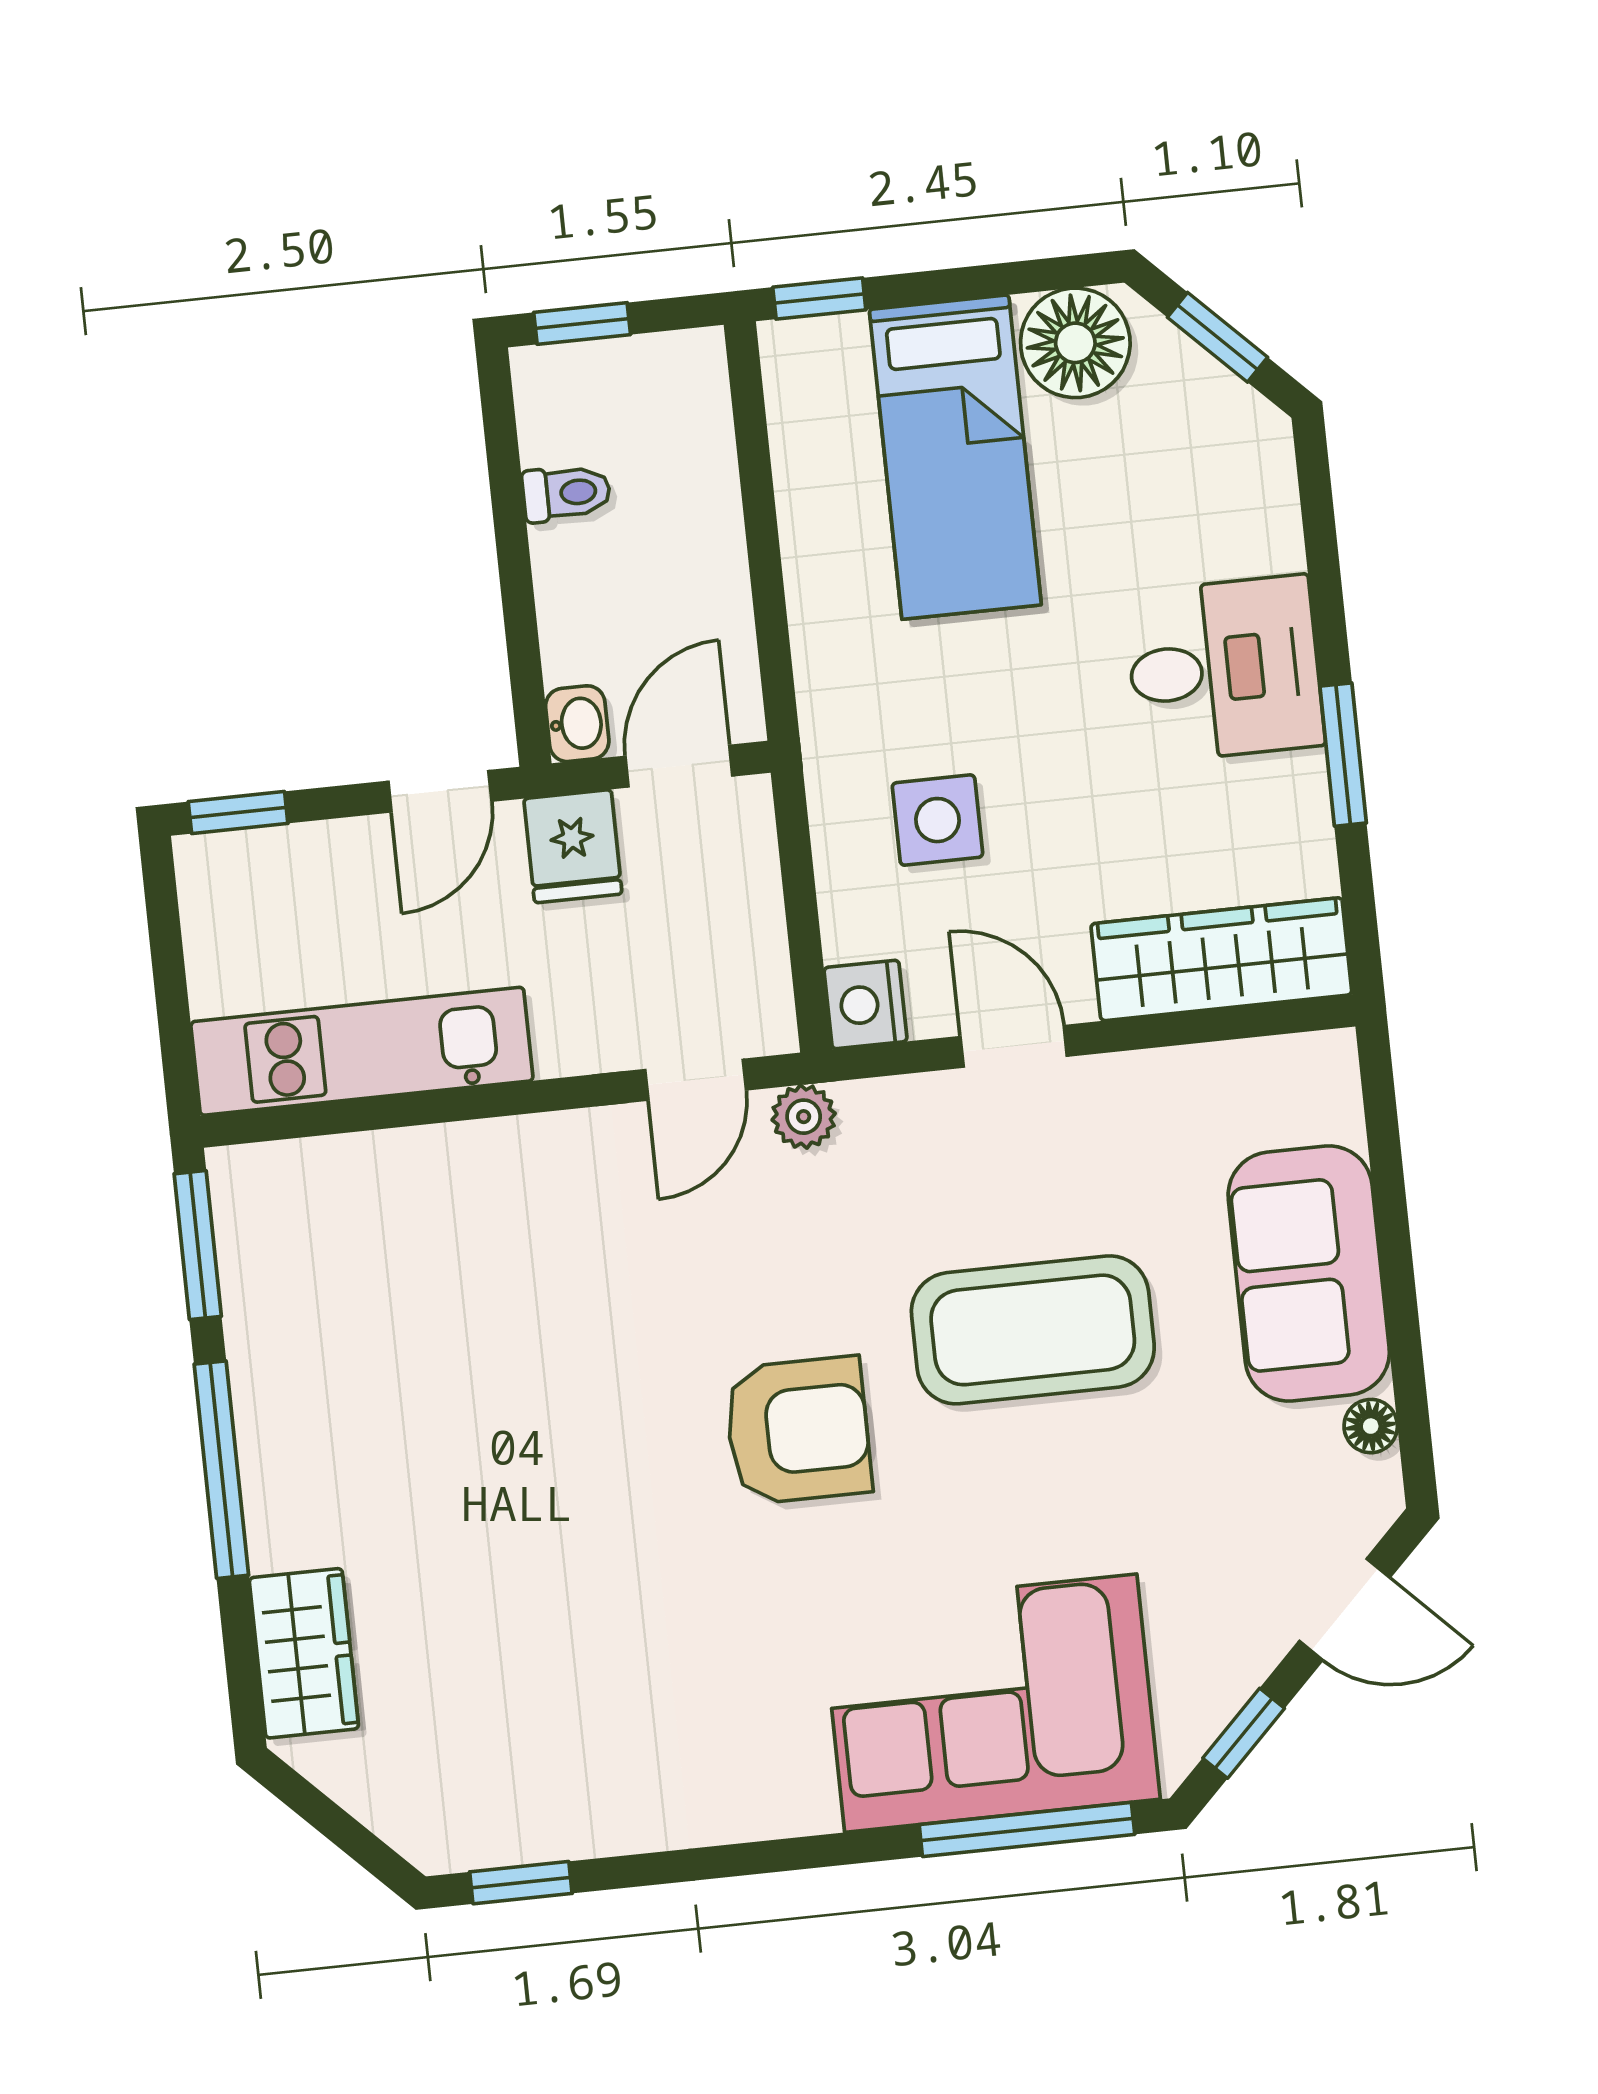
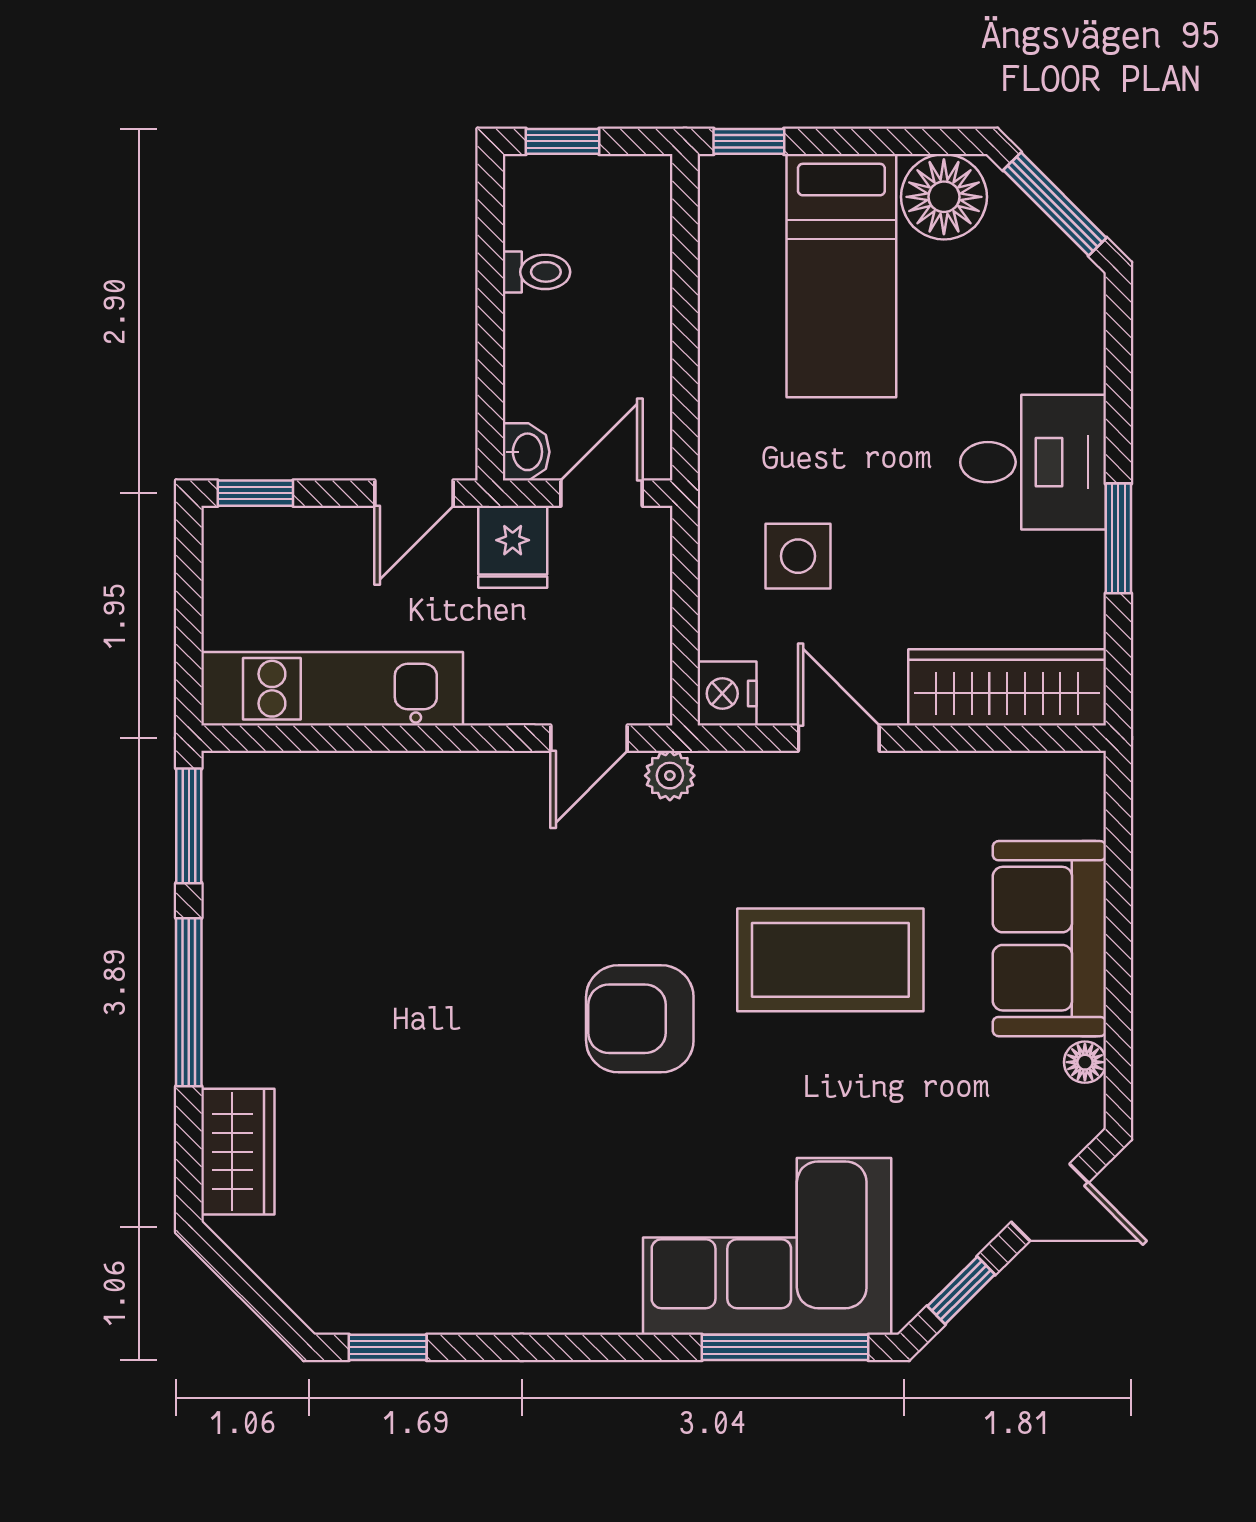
window: (1217, 337) -> (1055, 204), width x1.50
armchair: (798, 1430) -> (640, 1019), turned 180

